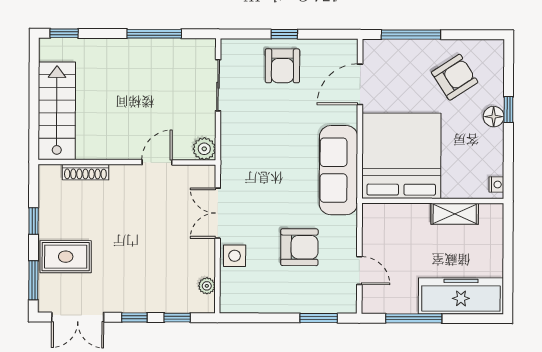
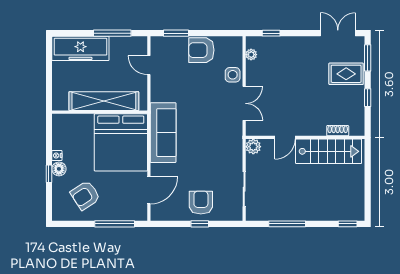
stairs: (57, 111) -> (329, 151), moved, turned -90
shoe rack: (85, 172) -> (338, 131), width x0.70
nightstand: (496, 184) -> (57, 156), moved
shelving: (455, 214) -> (104, 101), width x2.20, depth x1.33
armchair: (299, 247) -> (201, 50), moved
window: (134, 317) -> (300, 33), removed

